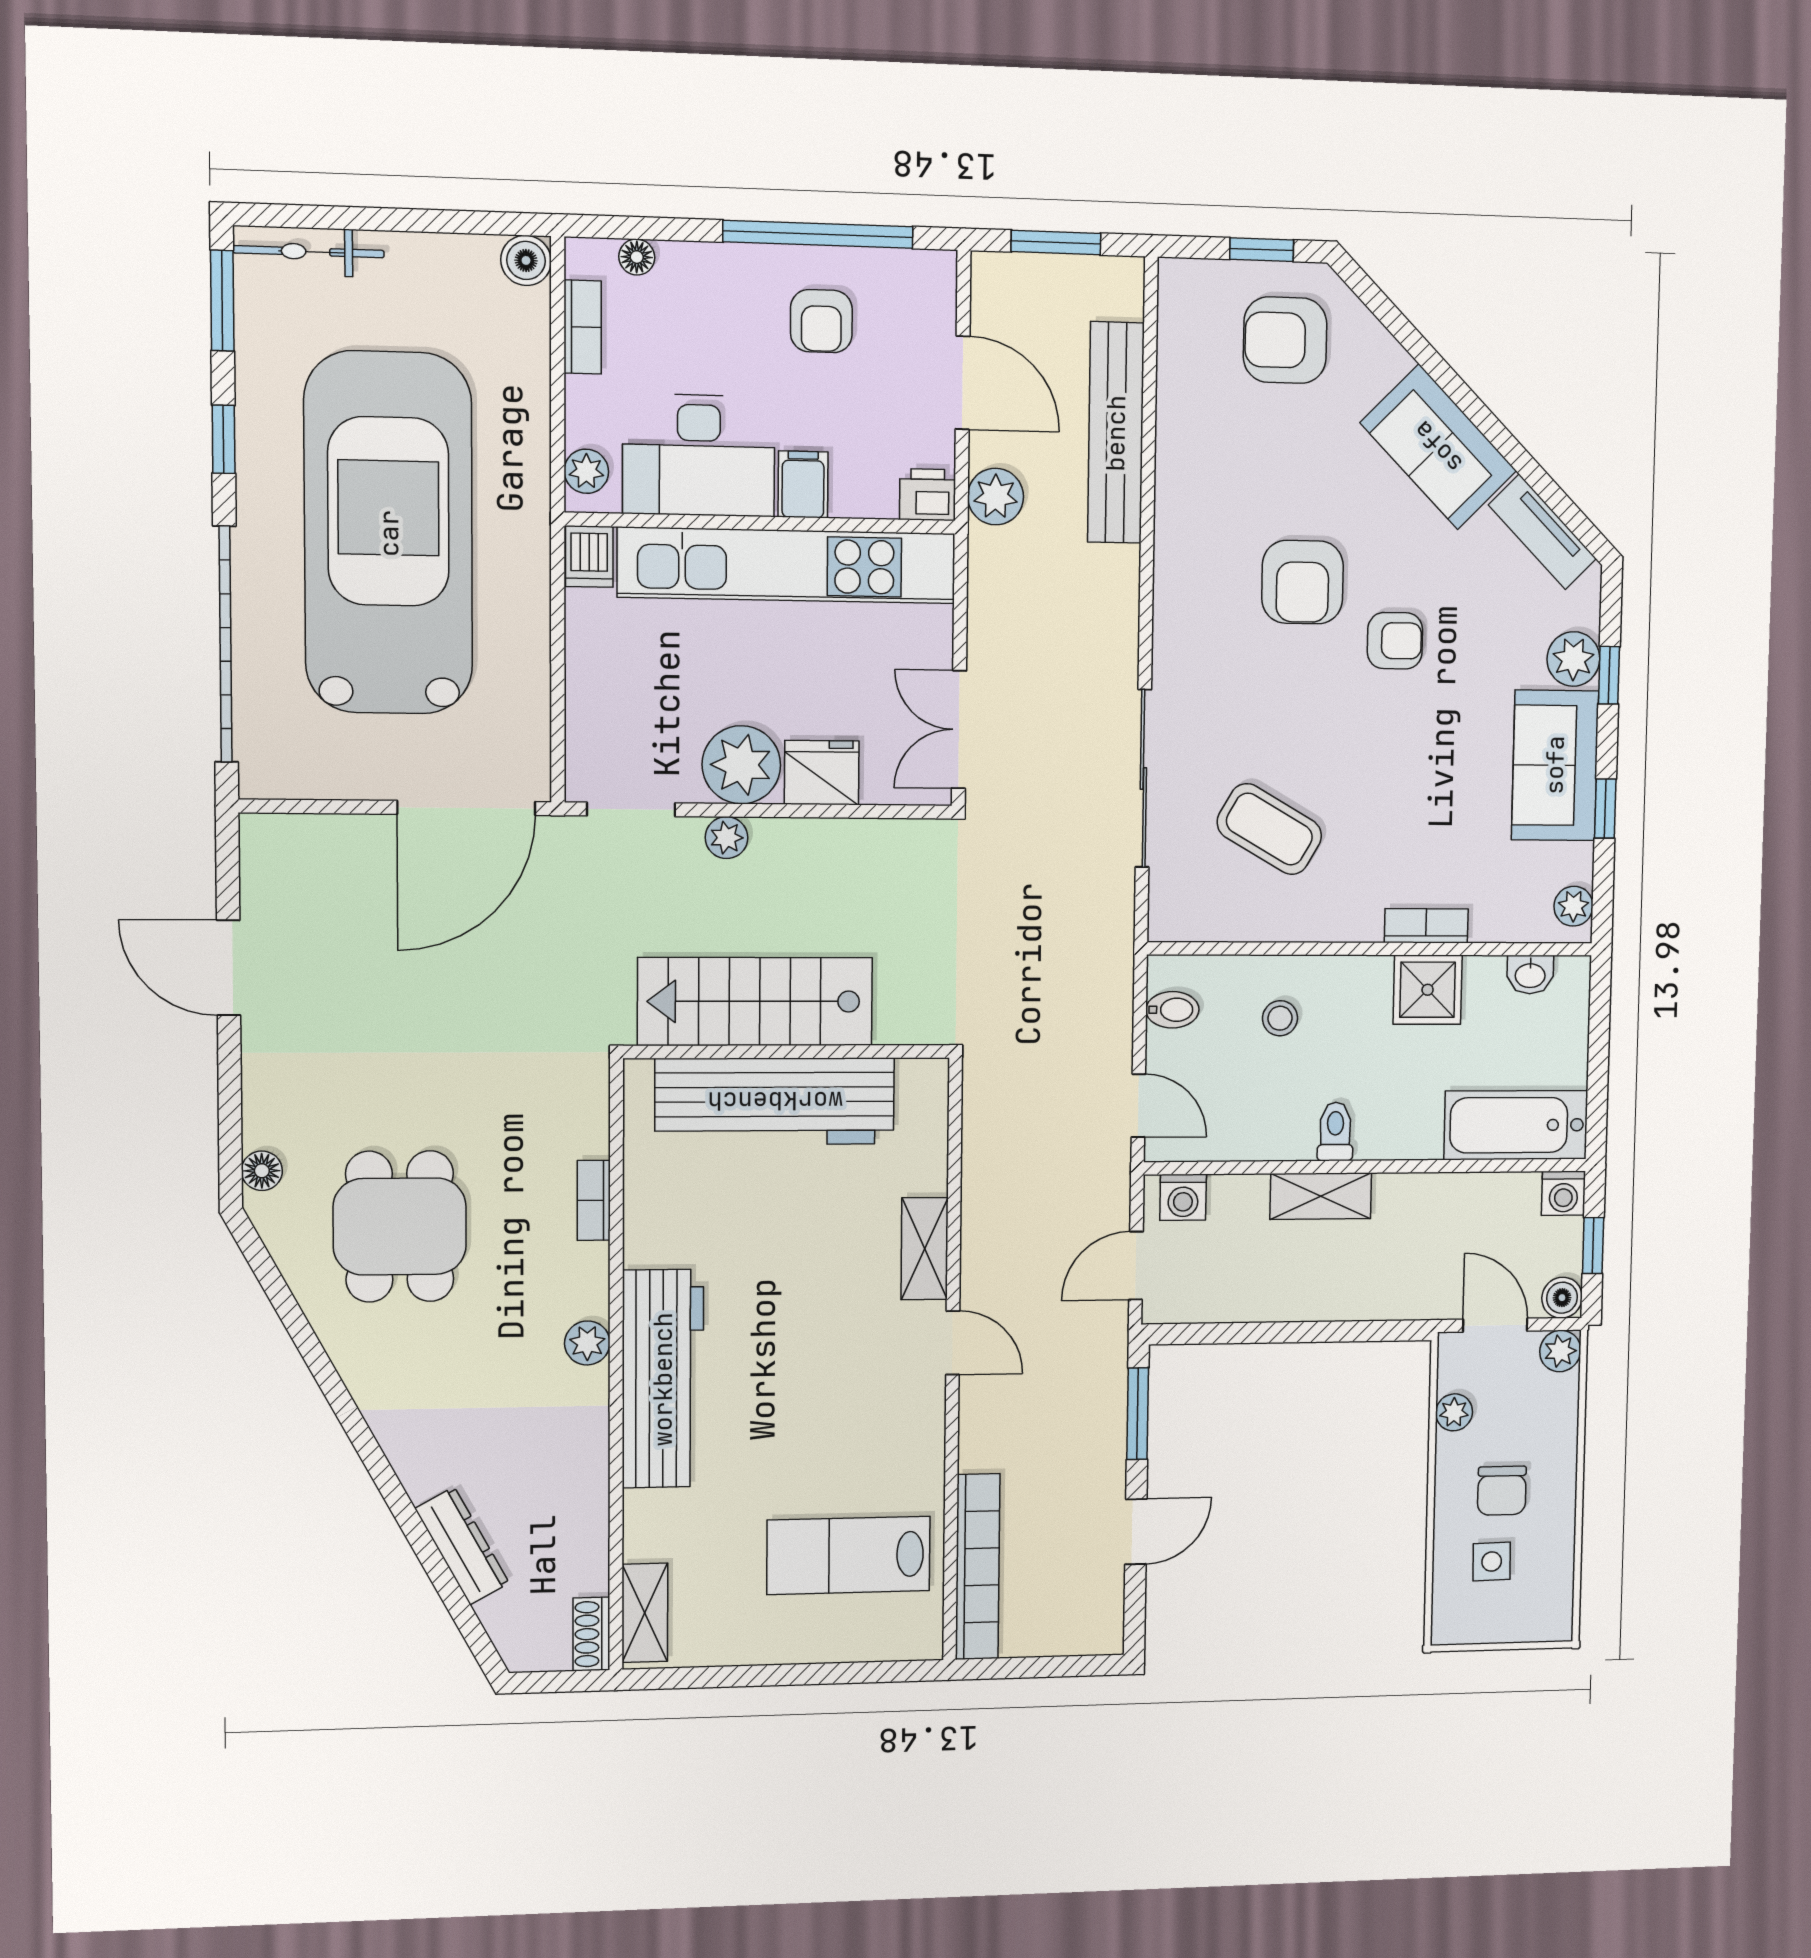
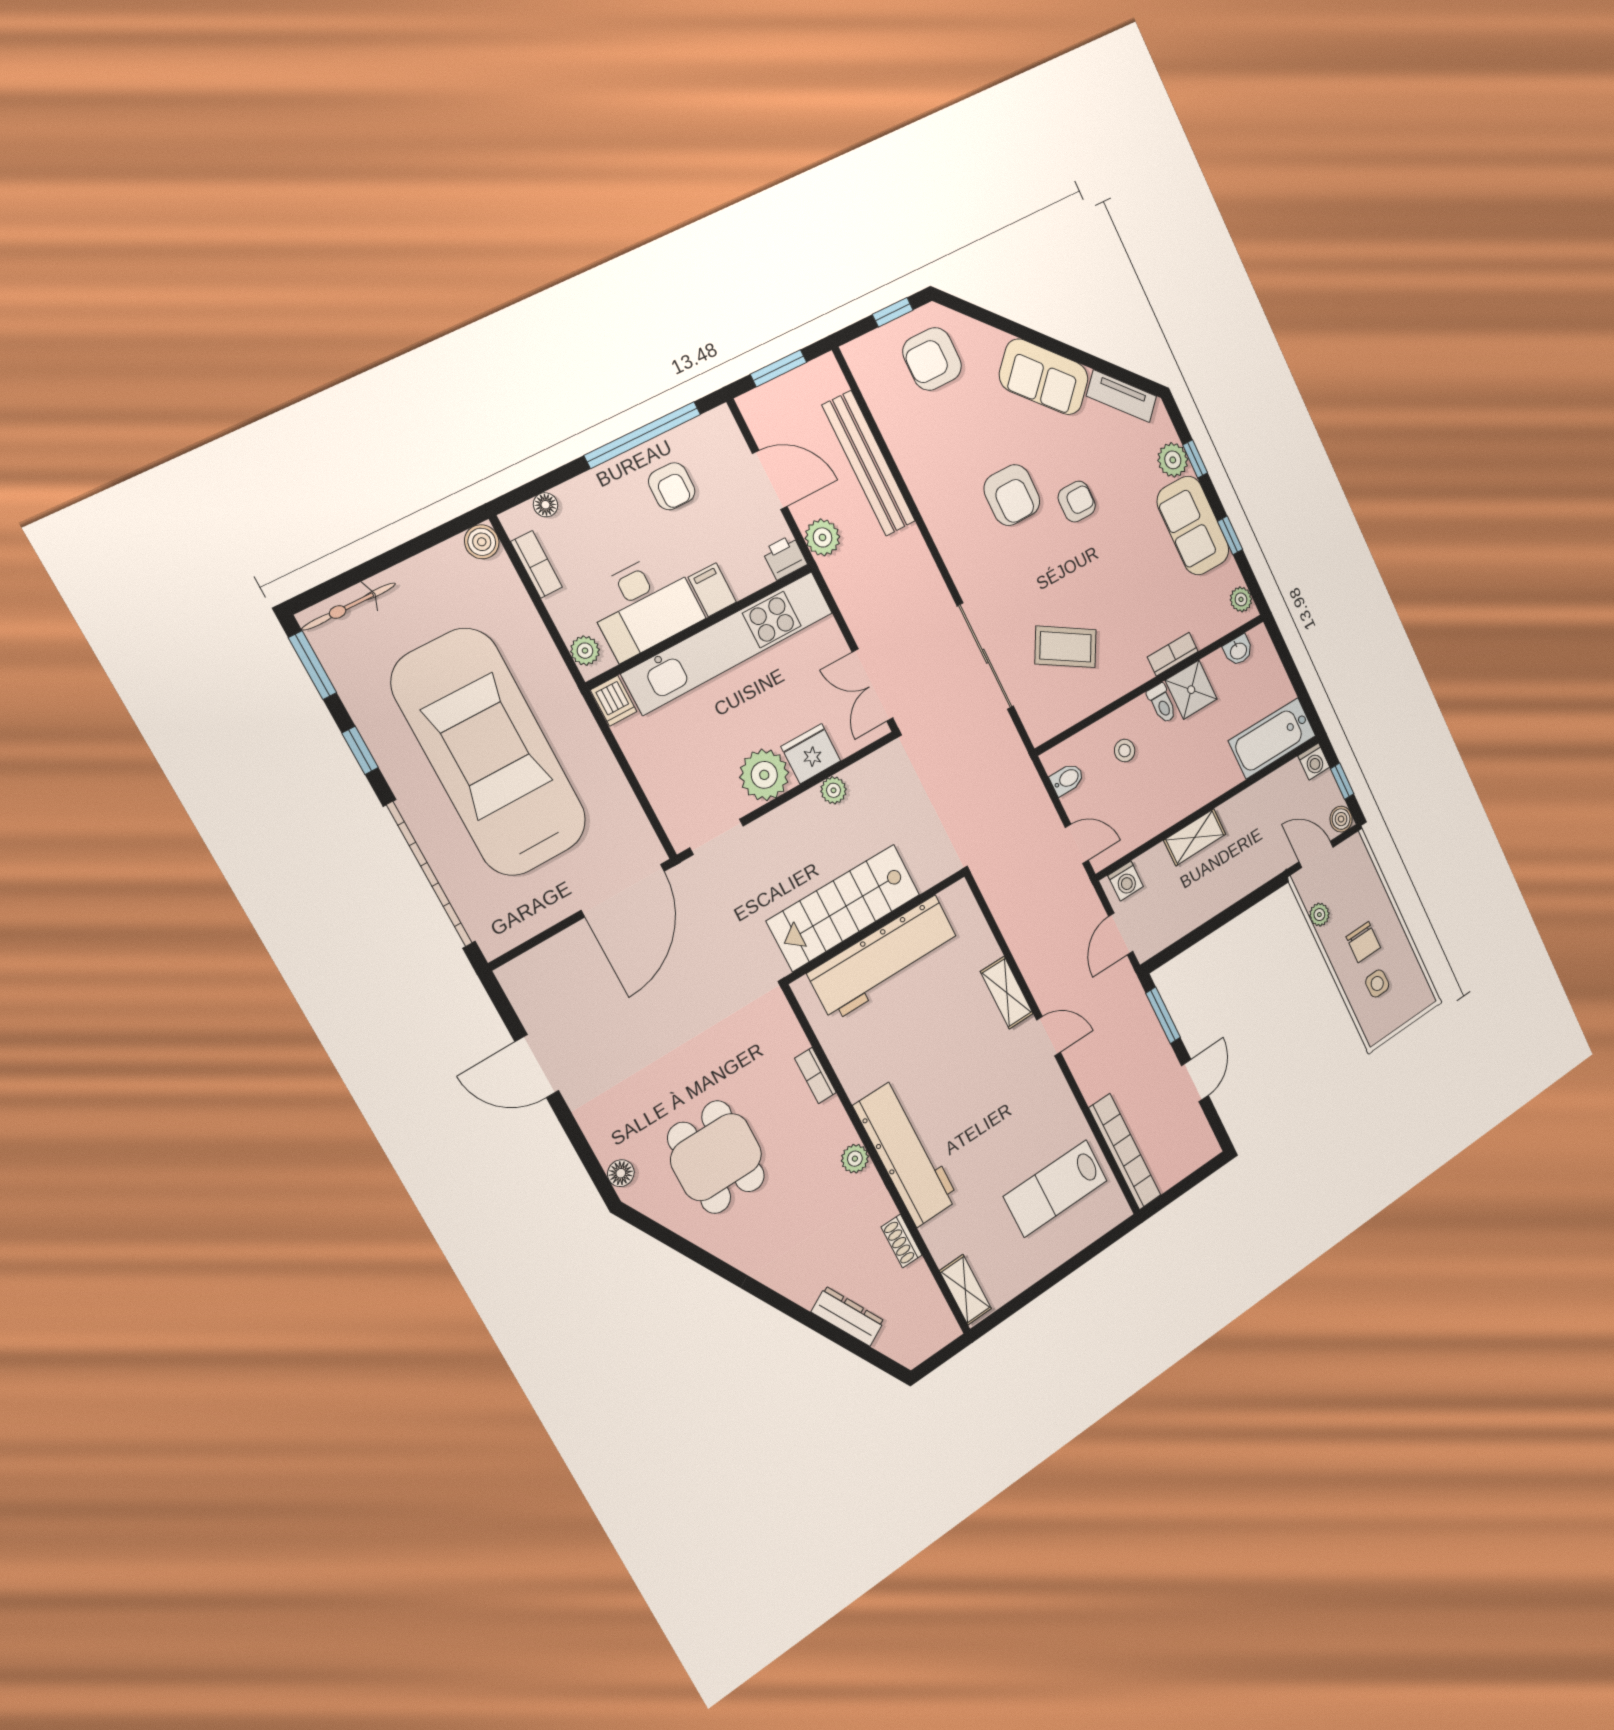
plant: (727, 838) -> (833, 790), moved
toilet: (1335, 1132) -> (1162, 703), moved, turned 180
plant: (1560, 1351) -> (1354, 849), removed
shoe rack: (591, 1634) -> (902, 1241), moved

